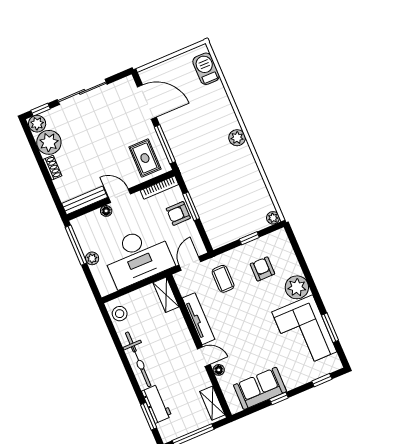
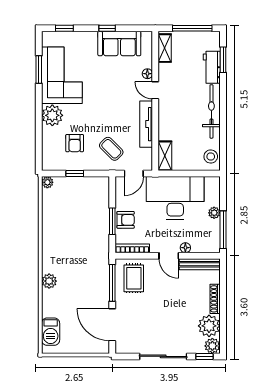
plant: (237, 138) -> (49, 281), moved
shoe rack: (52, 168) -> (215, 299), width x1.43
coffee table: (223, 279) -> (111, 149), turned -45

